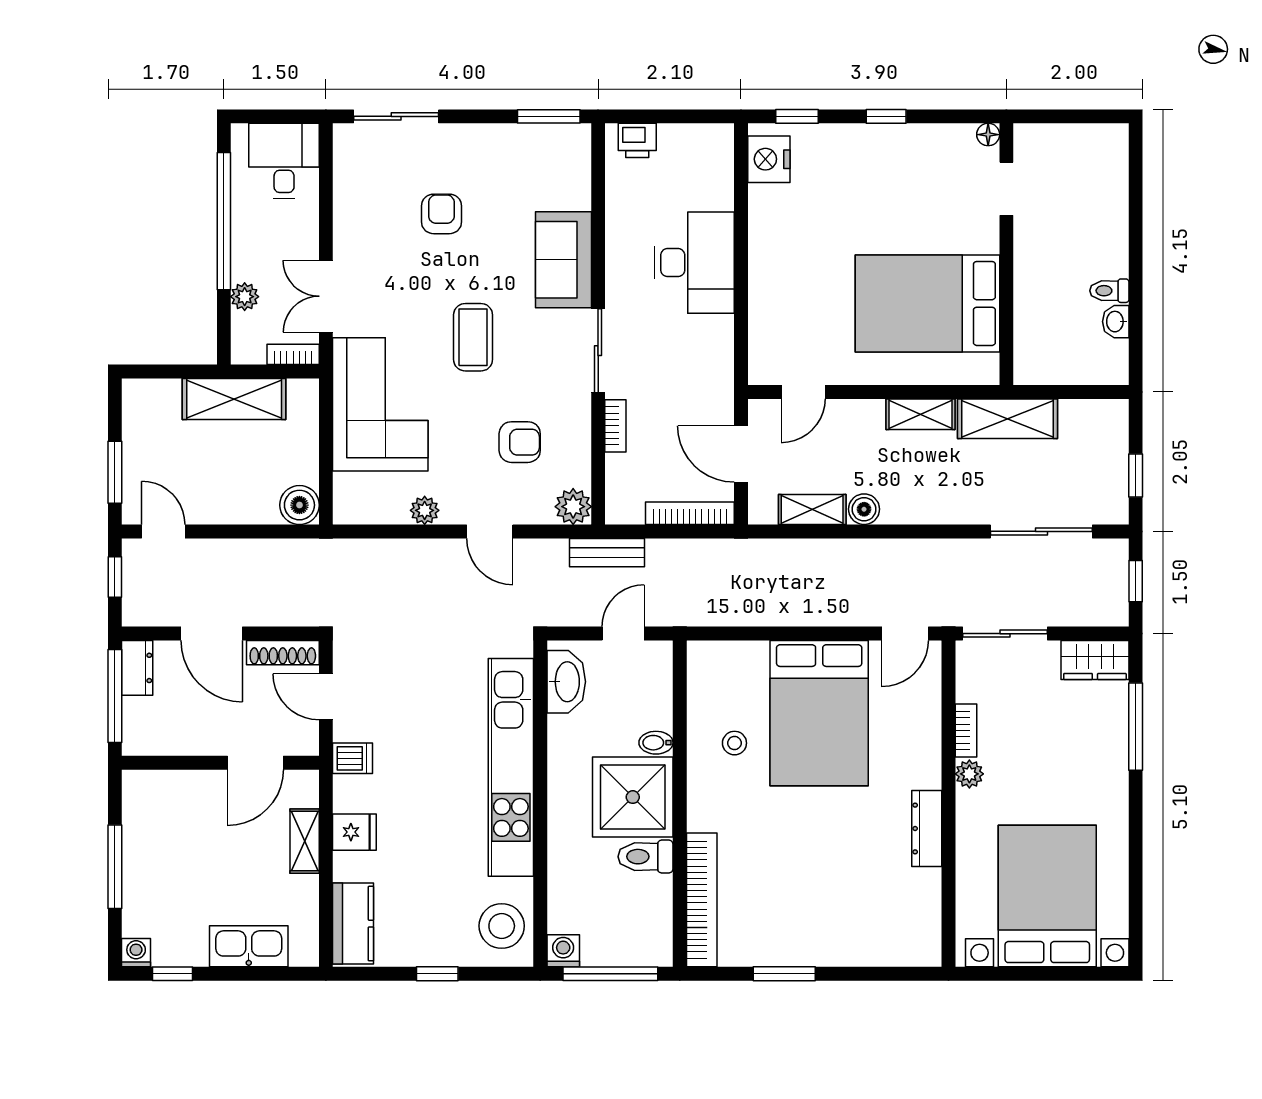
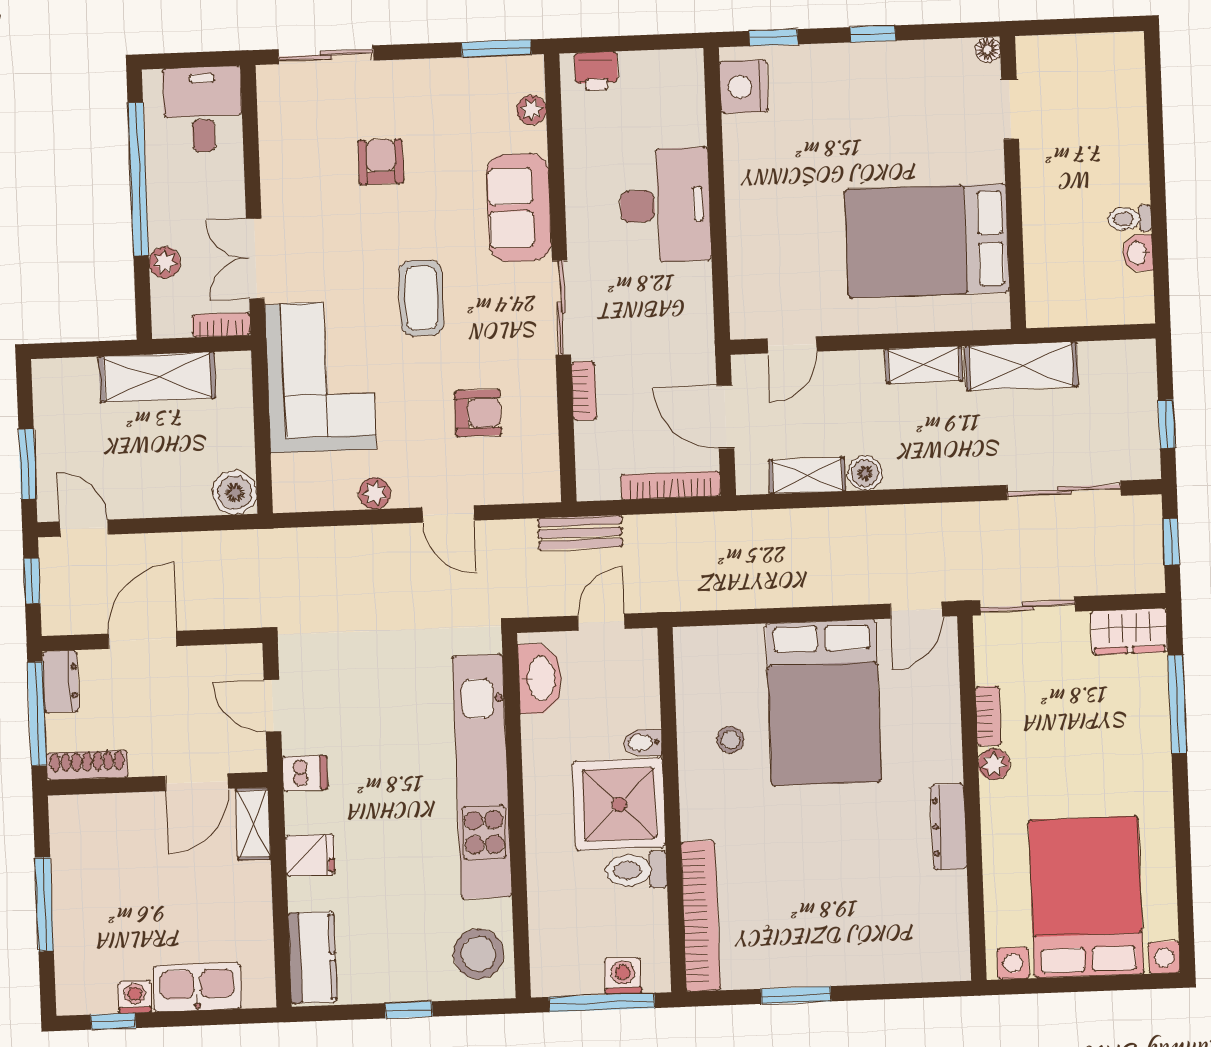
plant: (573, 507) -> (531, 110), moved, width x0.73, depth x0.73
door: (212, 634) -> (142, 640), swing flipped
shoe rack: (283, 653) -> (87, 765), moved, turned 180
shelving: (305, 841) -> (253, 824), moved
washing machine: (563, 951) -> (623, 976), moved
washing machine: (136, 953) -> (135, 997), moved

